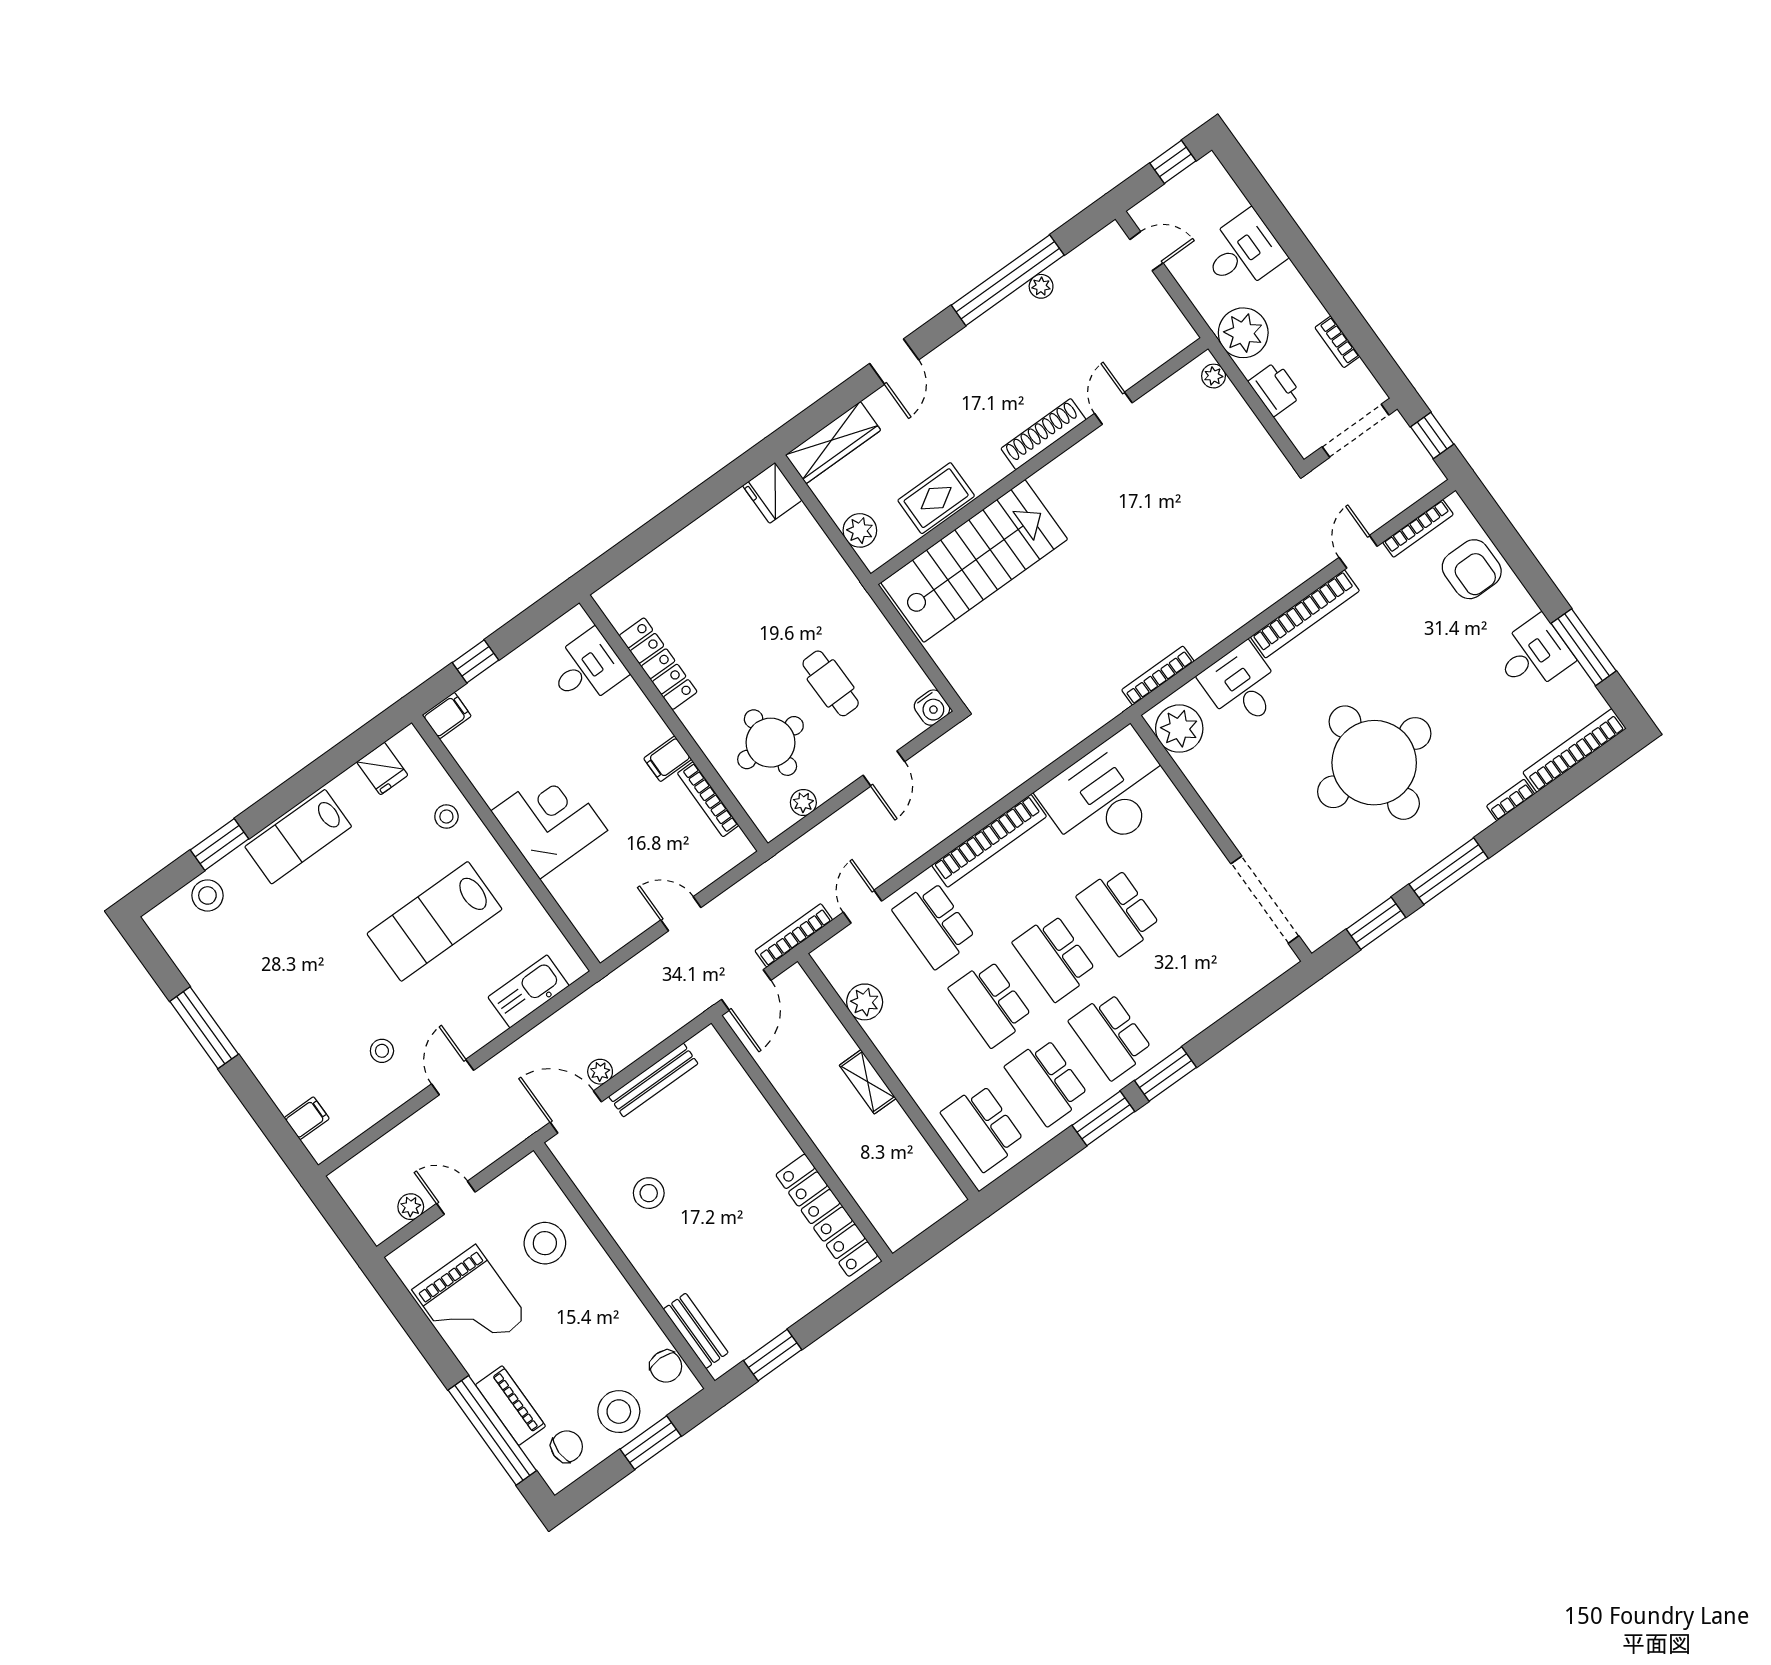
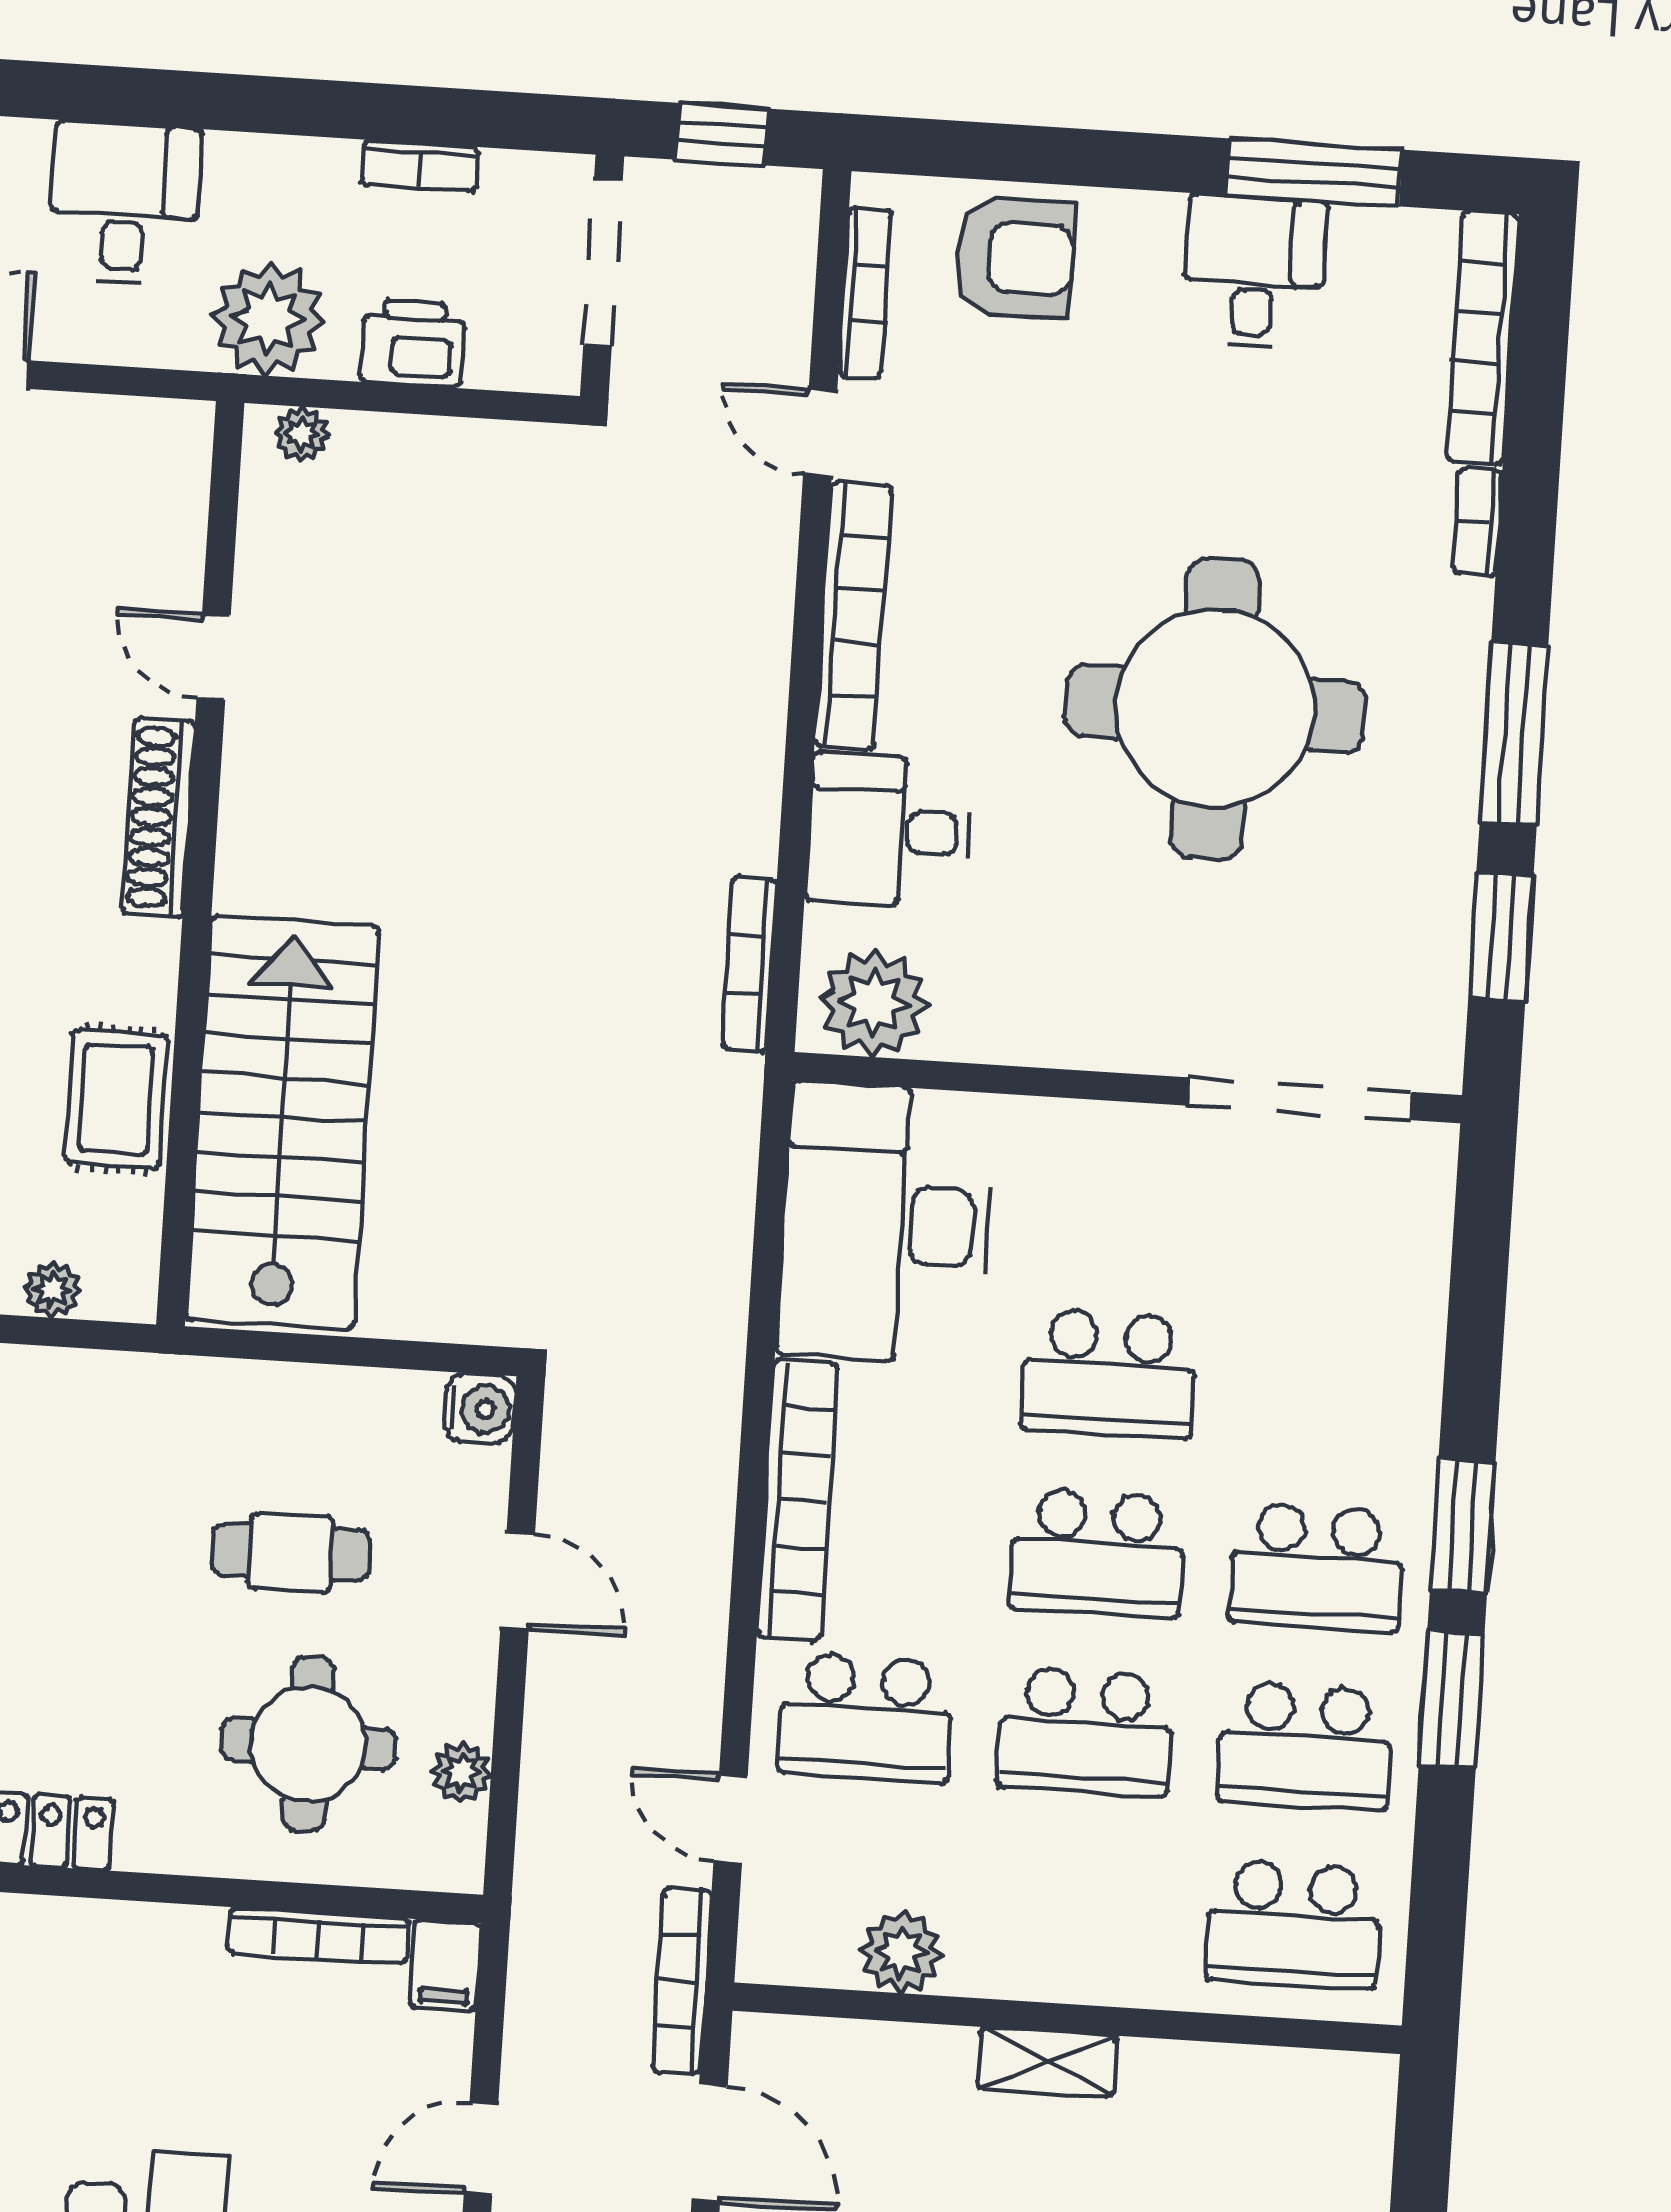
plant: (860, 530) -> (52, 1290), width x0.73, depth x0.73
filing cabinet: (668, 759) -> (445, 1965), moved

